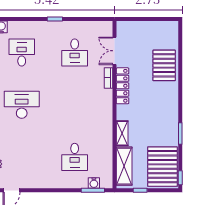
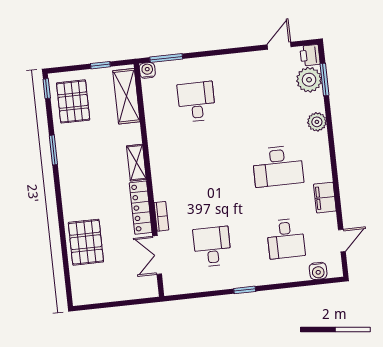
double door: (115, 51) -> (157, 255), swing flipped
shelving: (122, 133) -> (136, 163), moved
pallet: (162, 167) -> (73, 101), width x0.73, depth x0.71
water cooler: (94, 183) -> (147, 70), moved

